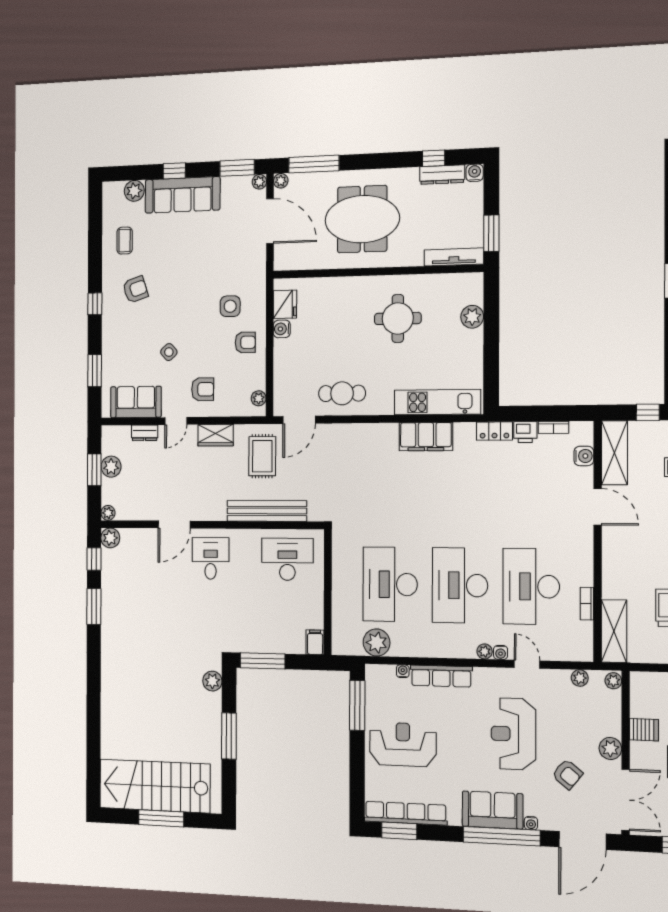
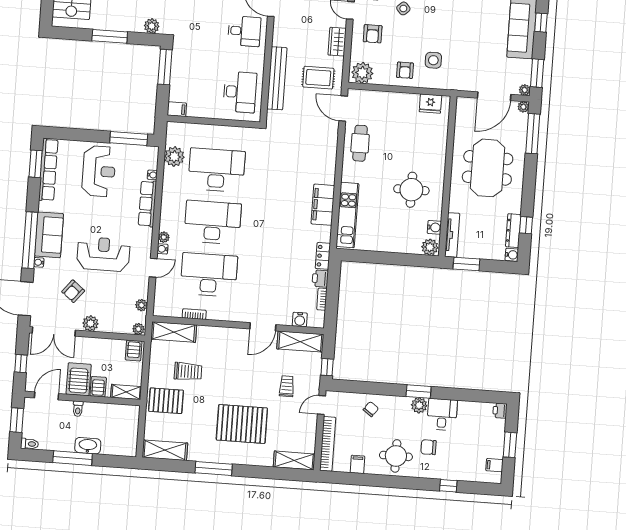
plant: (472, 317) -> (430, 247), moved
water cooler: (282, 329) -> (434, 227), moved, turned 90
plant: (259, 398) -> (362, 73), width x1.88, depth x1.88
server rack: (644, 730) -> (134, 350), moved

